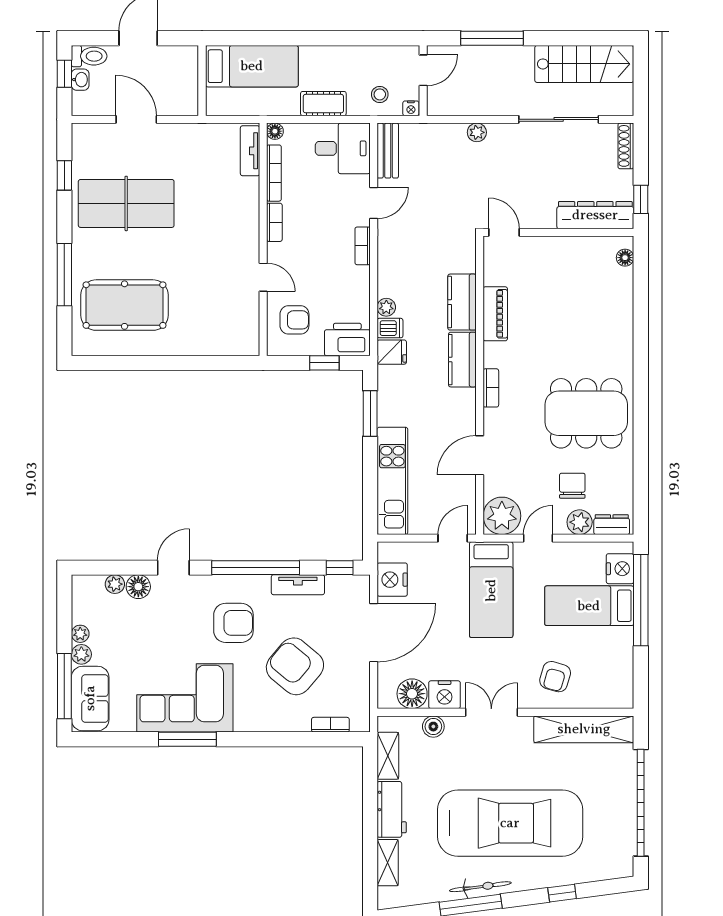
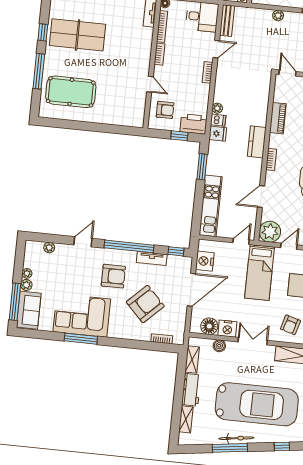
window: (64, 175) -> (43, 32), moved
kitchen counter: (462, 302) -> (260, 110), removed
floor lamp: (138, 587) -> (62, 250), removed
armchair: (295, 666) -> (145, 304), turned 96

